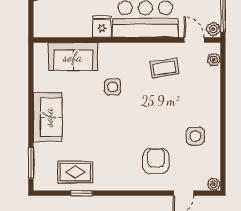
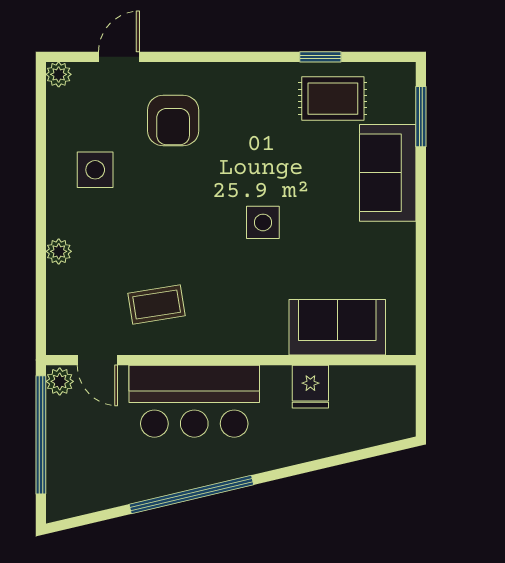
fridge: (102, 27) -> (310, 387), moved
plant: (214, 60) -> (59, 251), moved
side table: (113, 87) -> (263, 222), moved
sofa: (48, 117) -> (388, 173), moved

